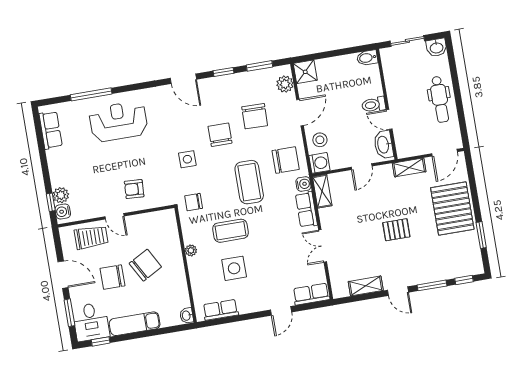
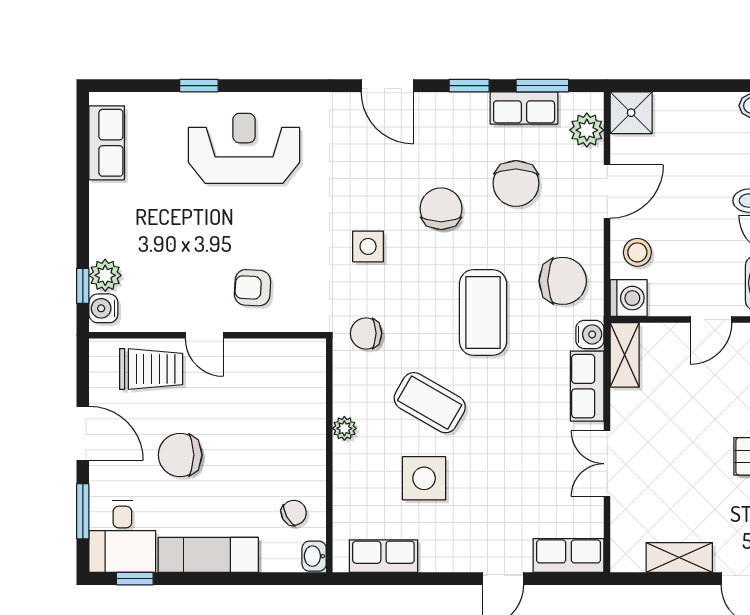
row of seats: (252, 78) -> (524, 108), added
window: (91, 94) -> (199, 86), width x0.46
coffee table: (231, 231) -> (430, 403), turned 30
chair: (145, 265) -> (294, 513), moved, width x0.54, depth x0.54

